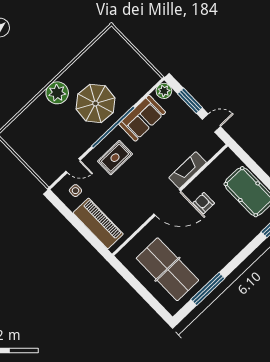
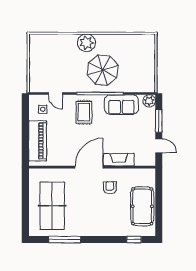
rug: (115, 158) -> (84, 112), turned 90
door: (167, 203) -> (89, 167), swing flipped

